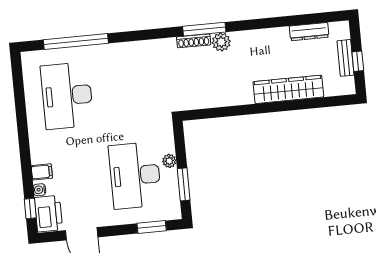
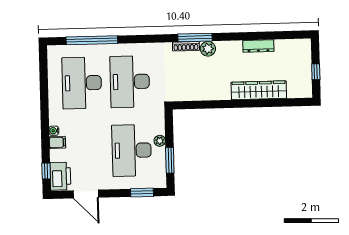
dresser: (309, 32) -> (258, 46), moved
bench: (346, 58) -> (306, 68), removed
desk: (127, 90) -> (130, 82), added
water cooler: (39, 190) -> (54, 131), moved

